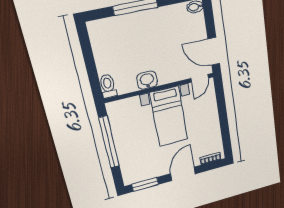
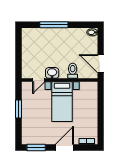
door: (200, 78) -> (39, 80), moved
toilet: (108, 86) -> (73, 71), moved
window: (109, 142) -> (18, 109), width x0.47

